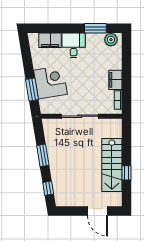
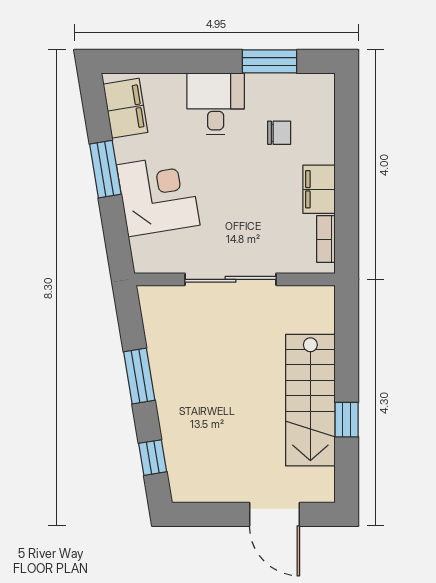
filing cabinet: (50, 40) -> (125, 108), moved, turned -99
plant: (111, 40) -> (308, 90), removed
chair: (99, 57) -> (279, 133), added
window: (32, 89) -> (105, 169), moved

